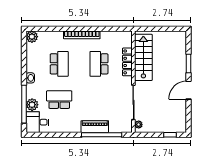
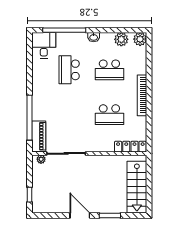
stairs: (143, 57) -> (137, 187), moved, turned 90
locker: (127, 62) -> (130, 147), moved
school desk: (99, 64) -> (109, 115), turned 180
school desk: (59, 100) -> (69, 70), turned 180
plant: (32, 105) -> (121, 39), moved
piano: (95, 127) -> (39, 136), moved

